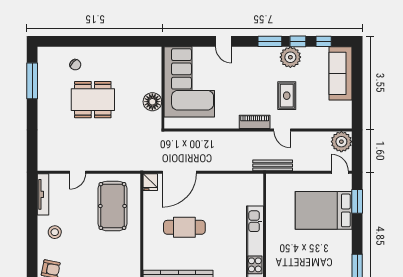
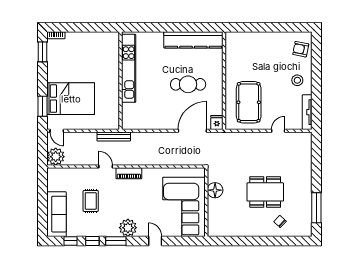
plant: (290, 57) -> (128, 228), moved
rug: (287, 96) -> (91, 201), moved

